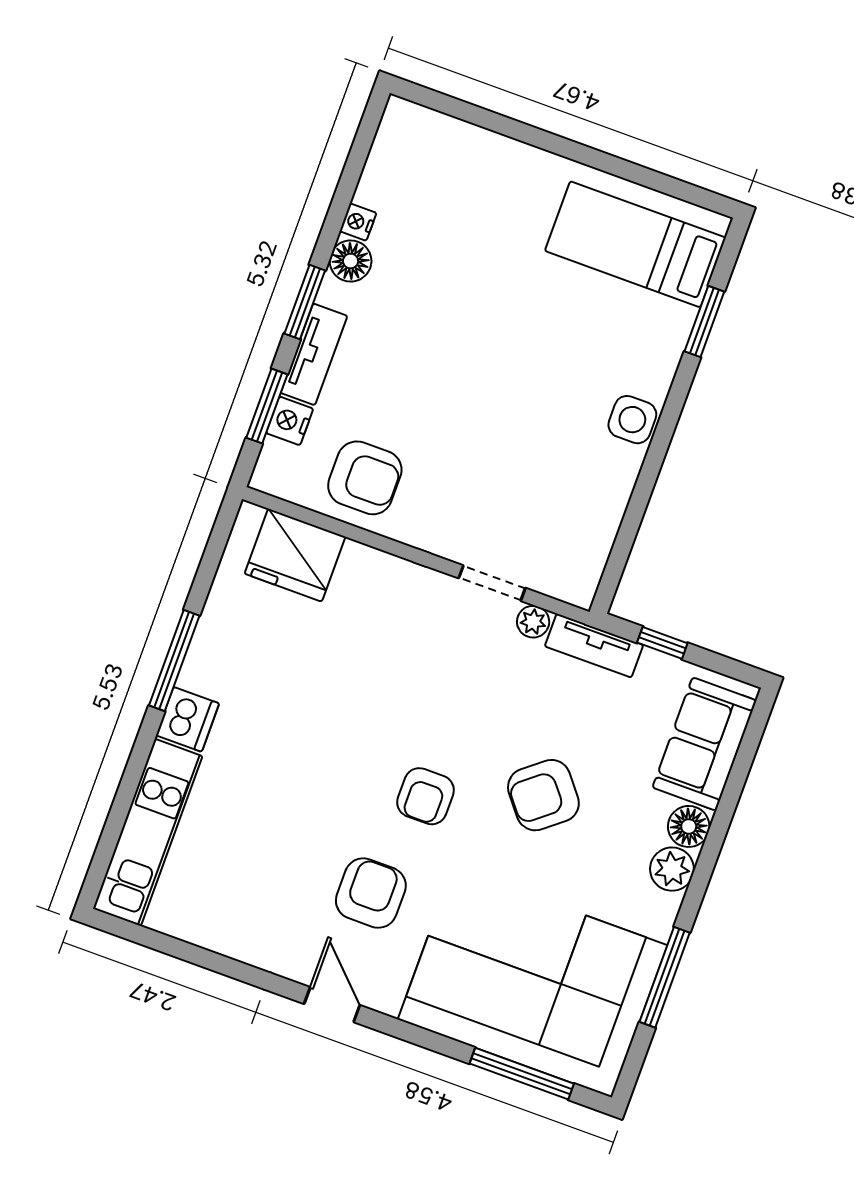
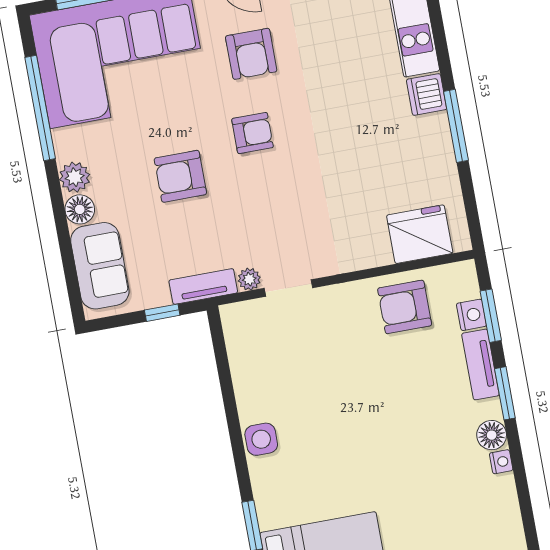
armchair: (543, 795) -> (180, 176), turned -141
armchair: (425, 796) -> (252, 133), turned 90
window: (665, 977) -> (40, 108), width x1.46

